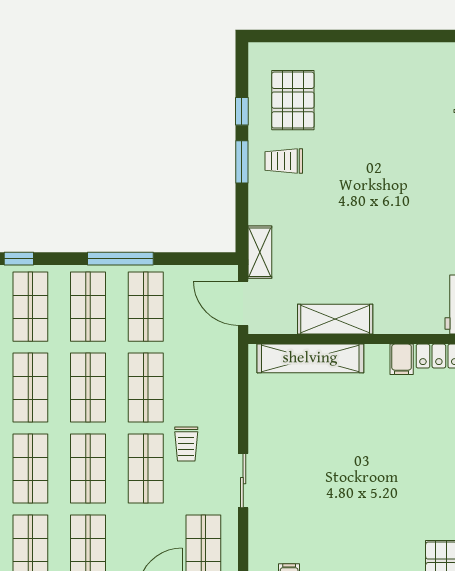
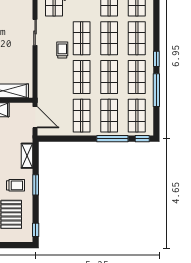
window: (242, 111) -> (36, 230), moved
shelving: (260, 252) -> (27, 156), moved
window: (120, 259) -> (112, 139), moved

